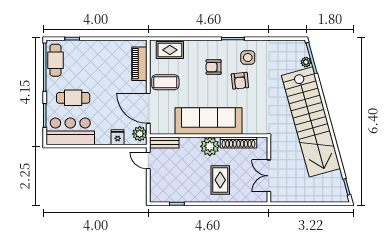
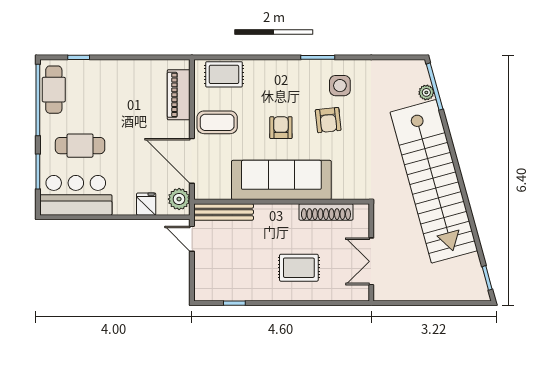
armchair: (214, 67) -> (281, 128), moved, turned 90
bench: (164, 142) -> (224, 212), width x1.36
plant: (210, 146) -> (283, 218), removed
rug: (220, 180) -> (299, 268), turned 90

